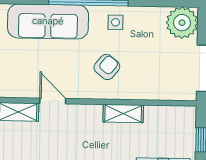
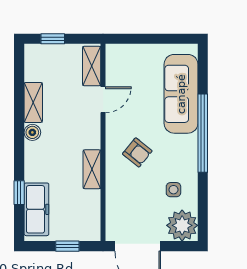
side table: (115, 22) -> (173, 190), moved

